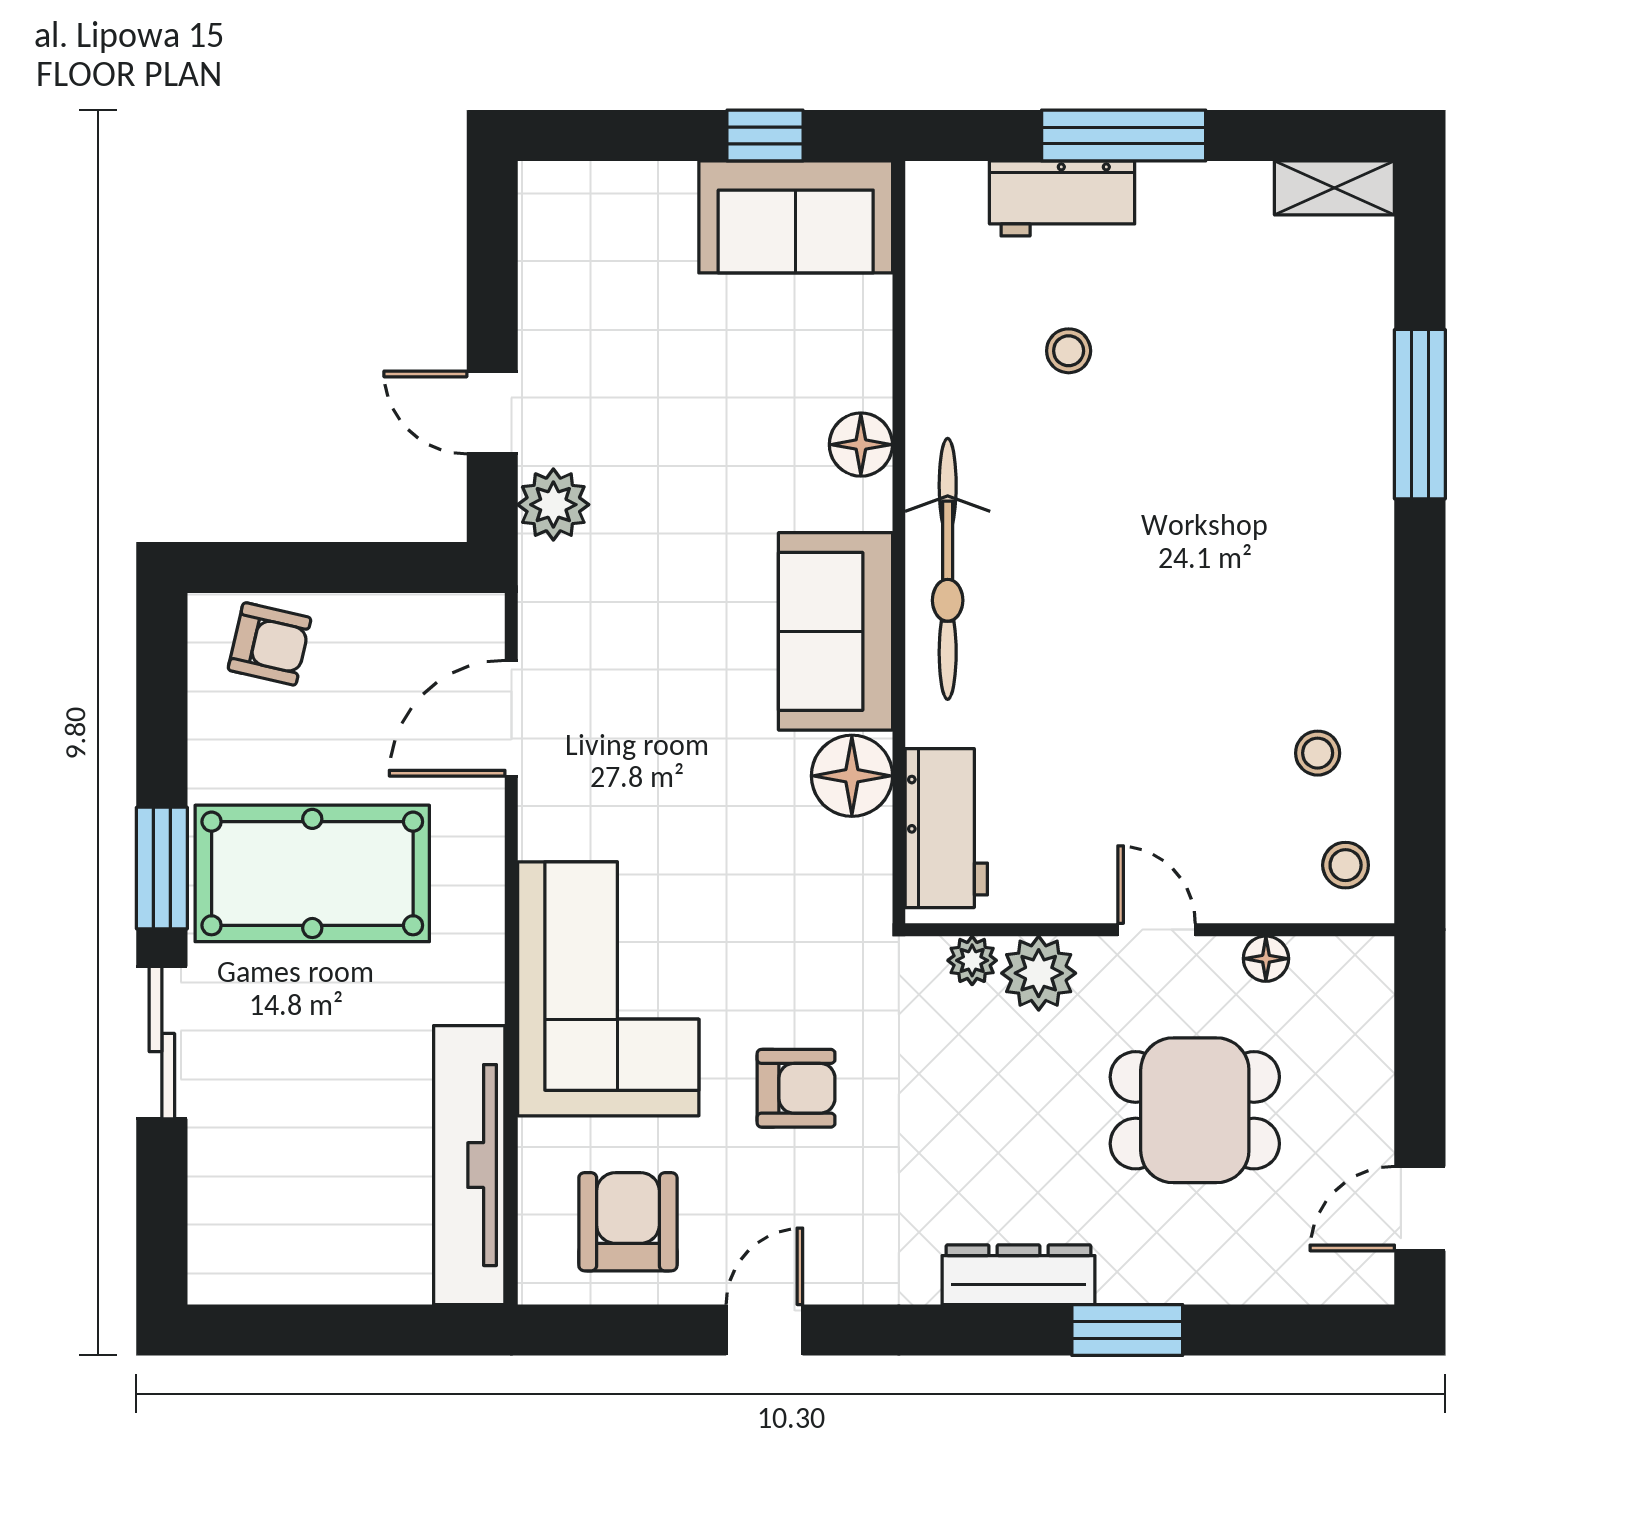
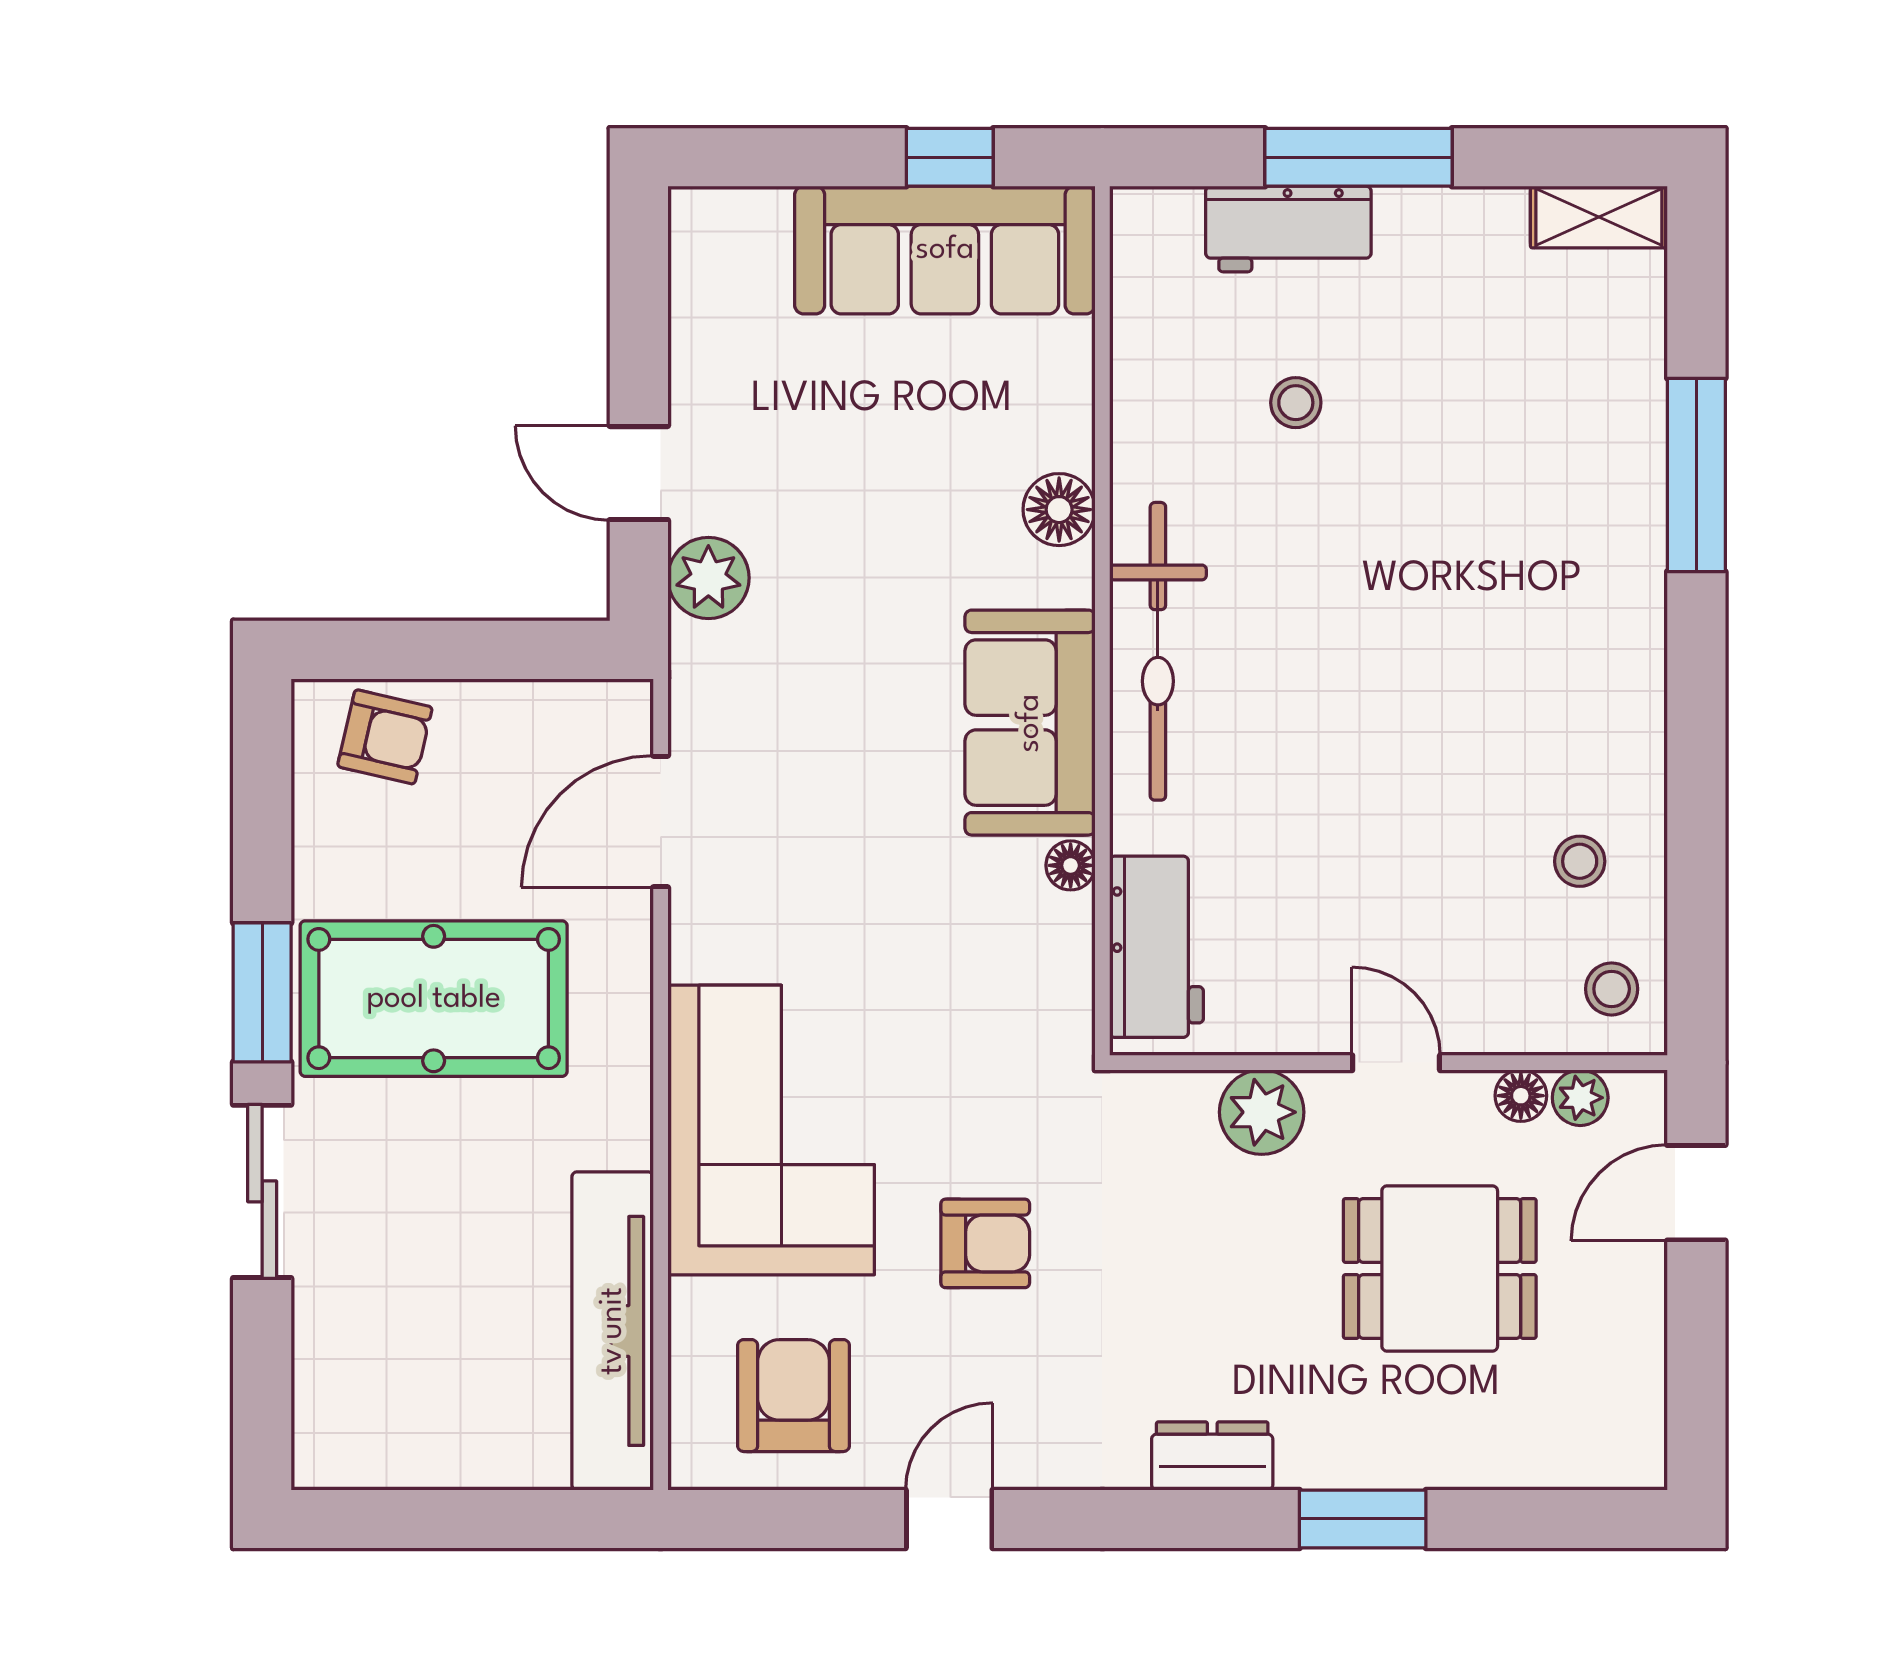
sofa: (796, 217) -> (945, 250), width x1.36
floor lamp: (852, 776) -> (1071, 865), width x0.53, depth x0.53
plant: (972, 960) -> (1580, 1098), moved
door: (1420, 1209) -> (1696, 1193), moved
dresser: (1018, 1275) -> (1212, 1456), width x0.70

